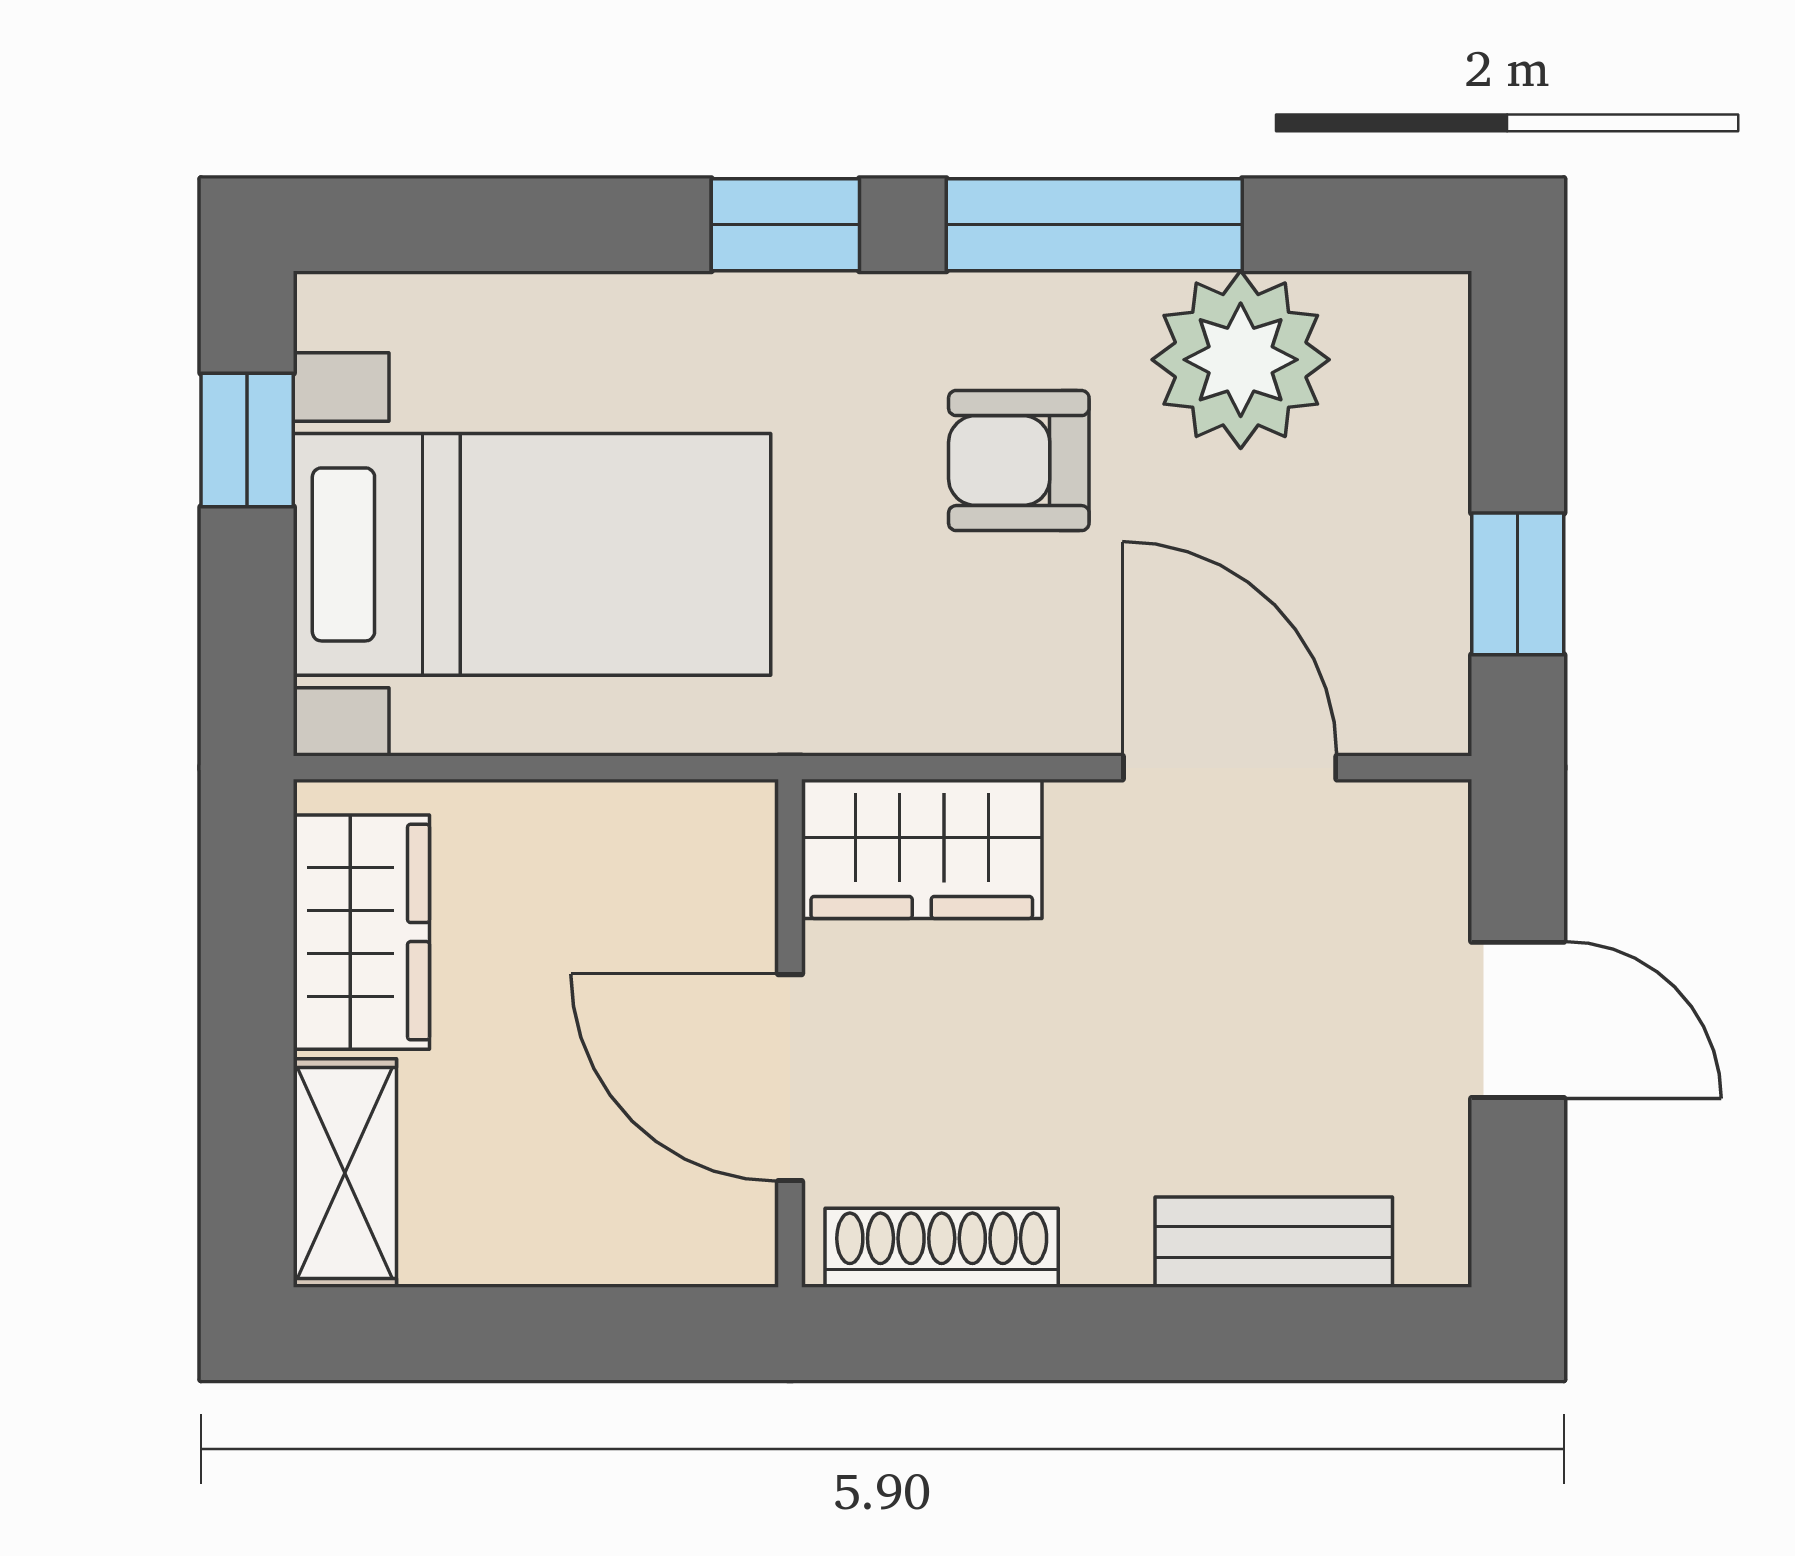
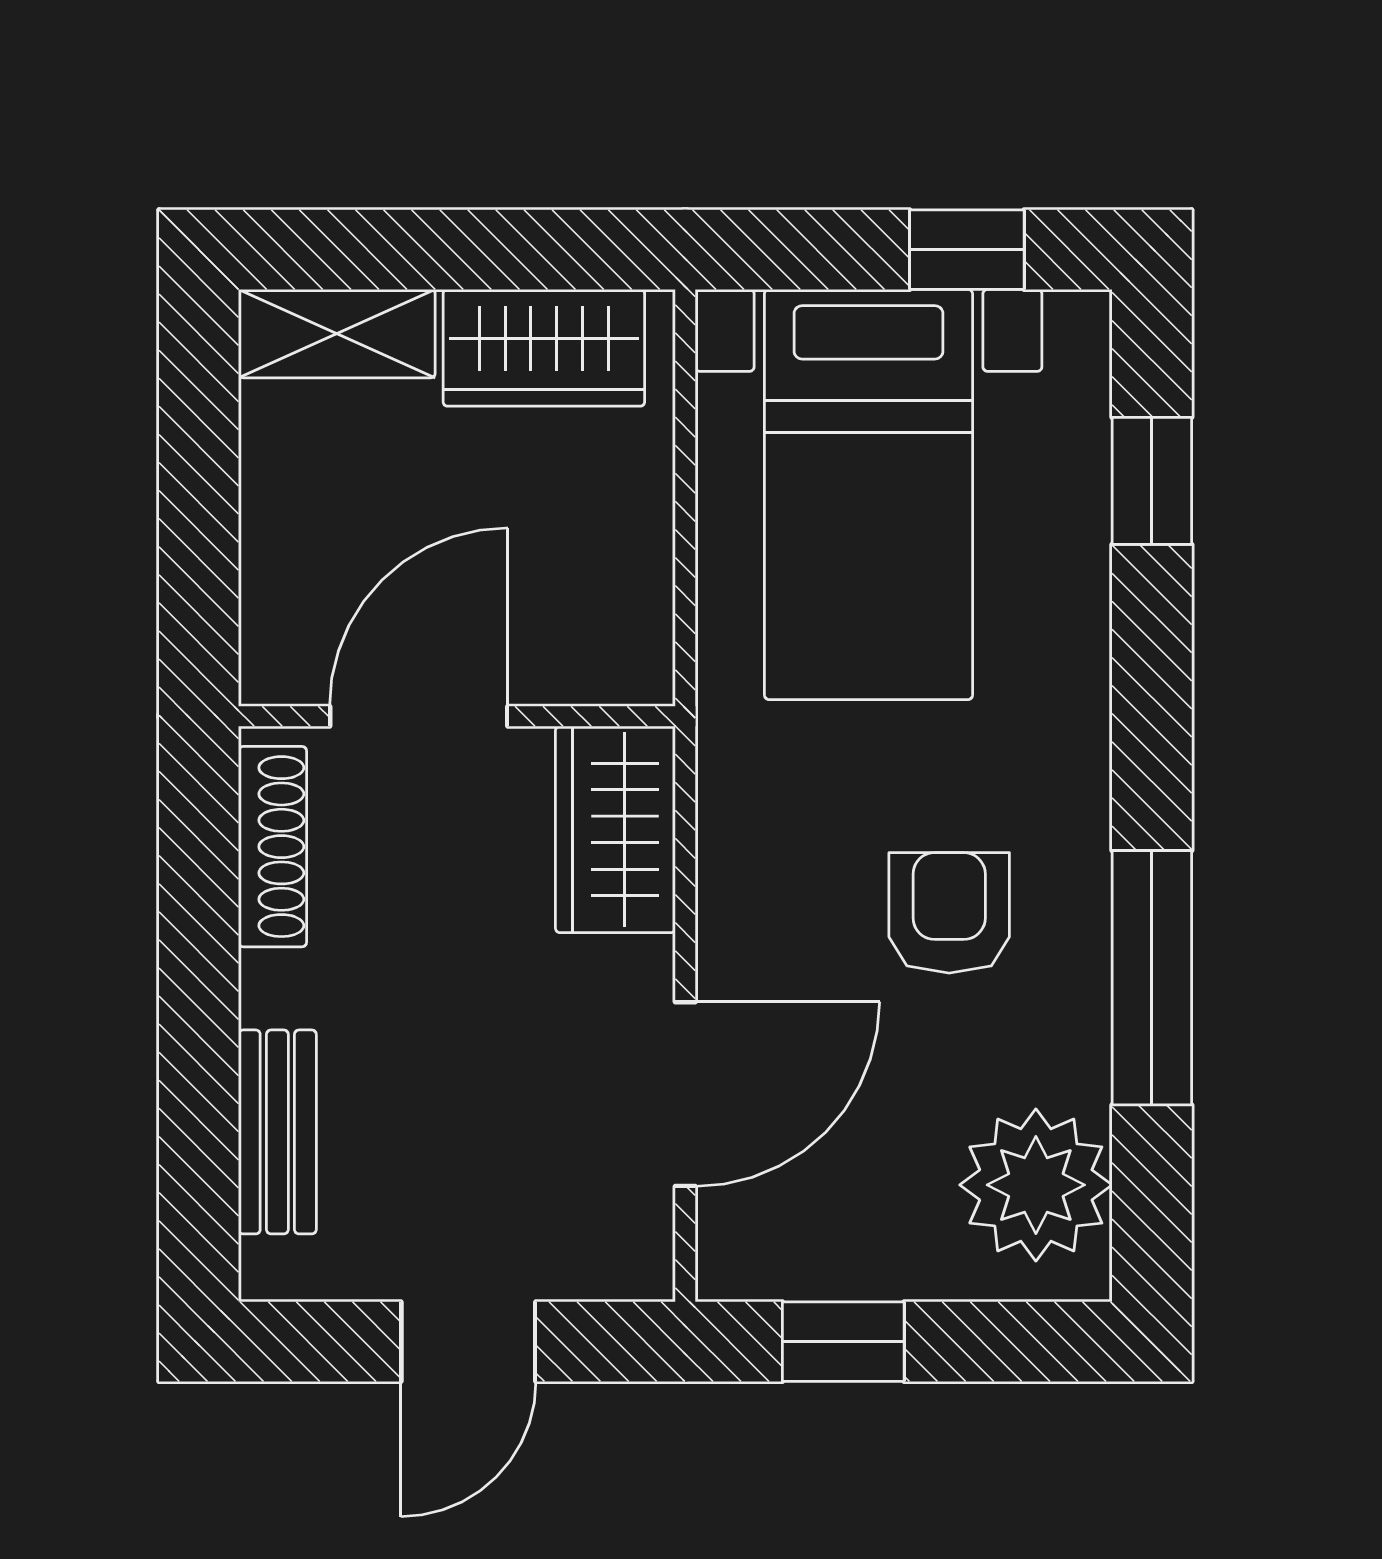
window: (785, 225) -> (1152, 481), moved
plant: (1241, 360) -> (1036, 1185), moved

